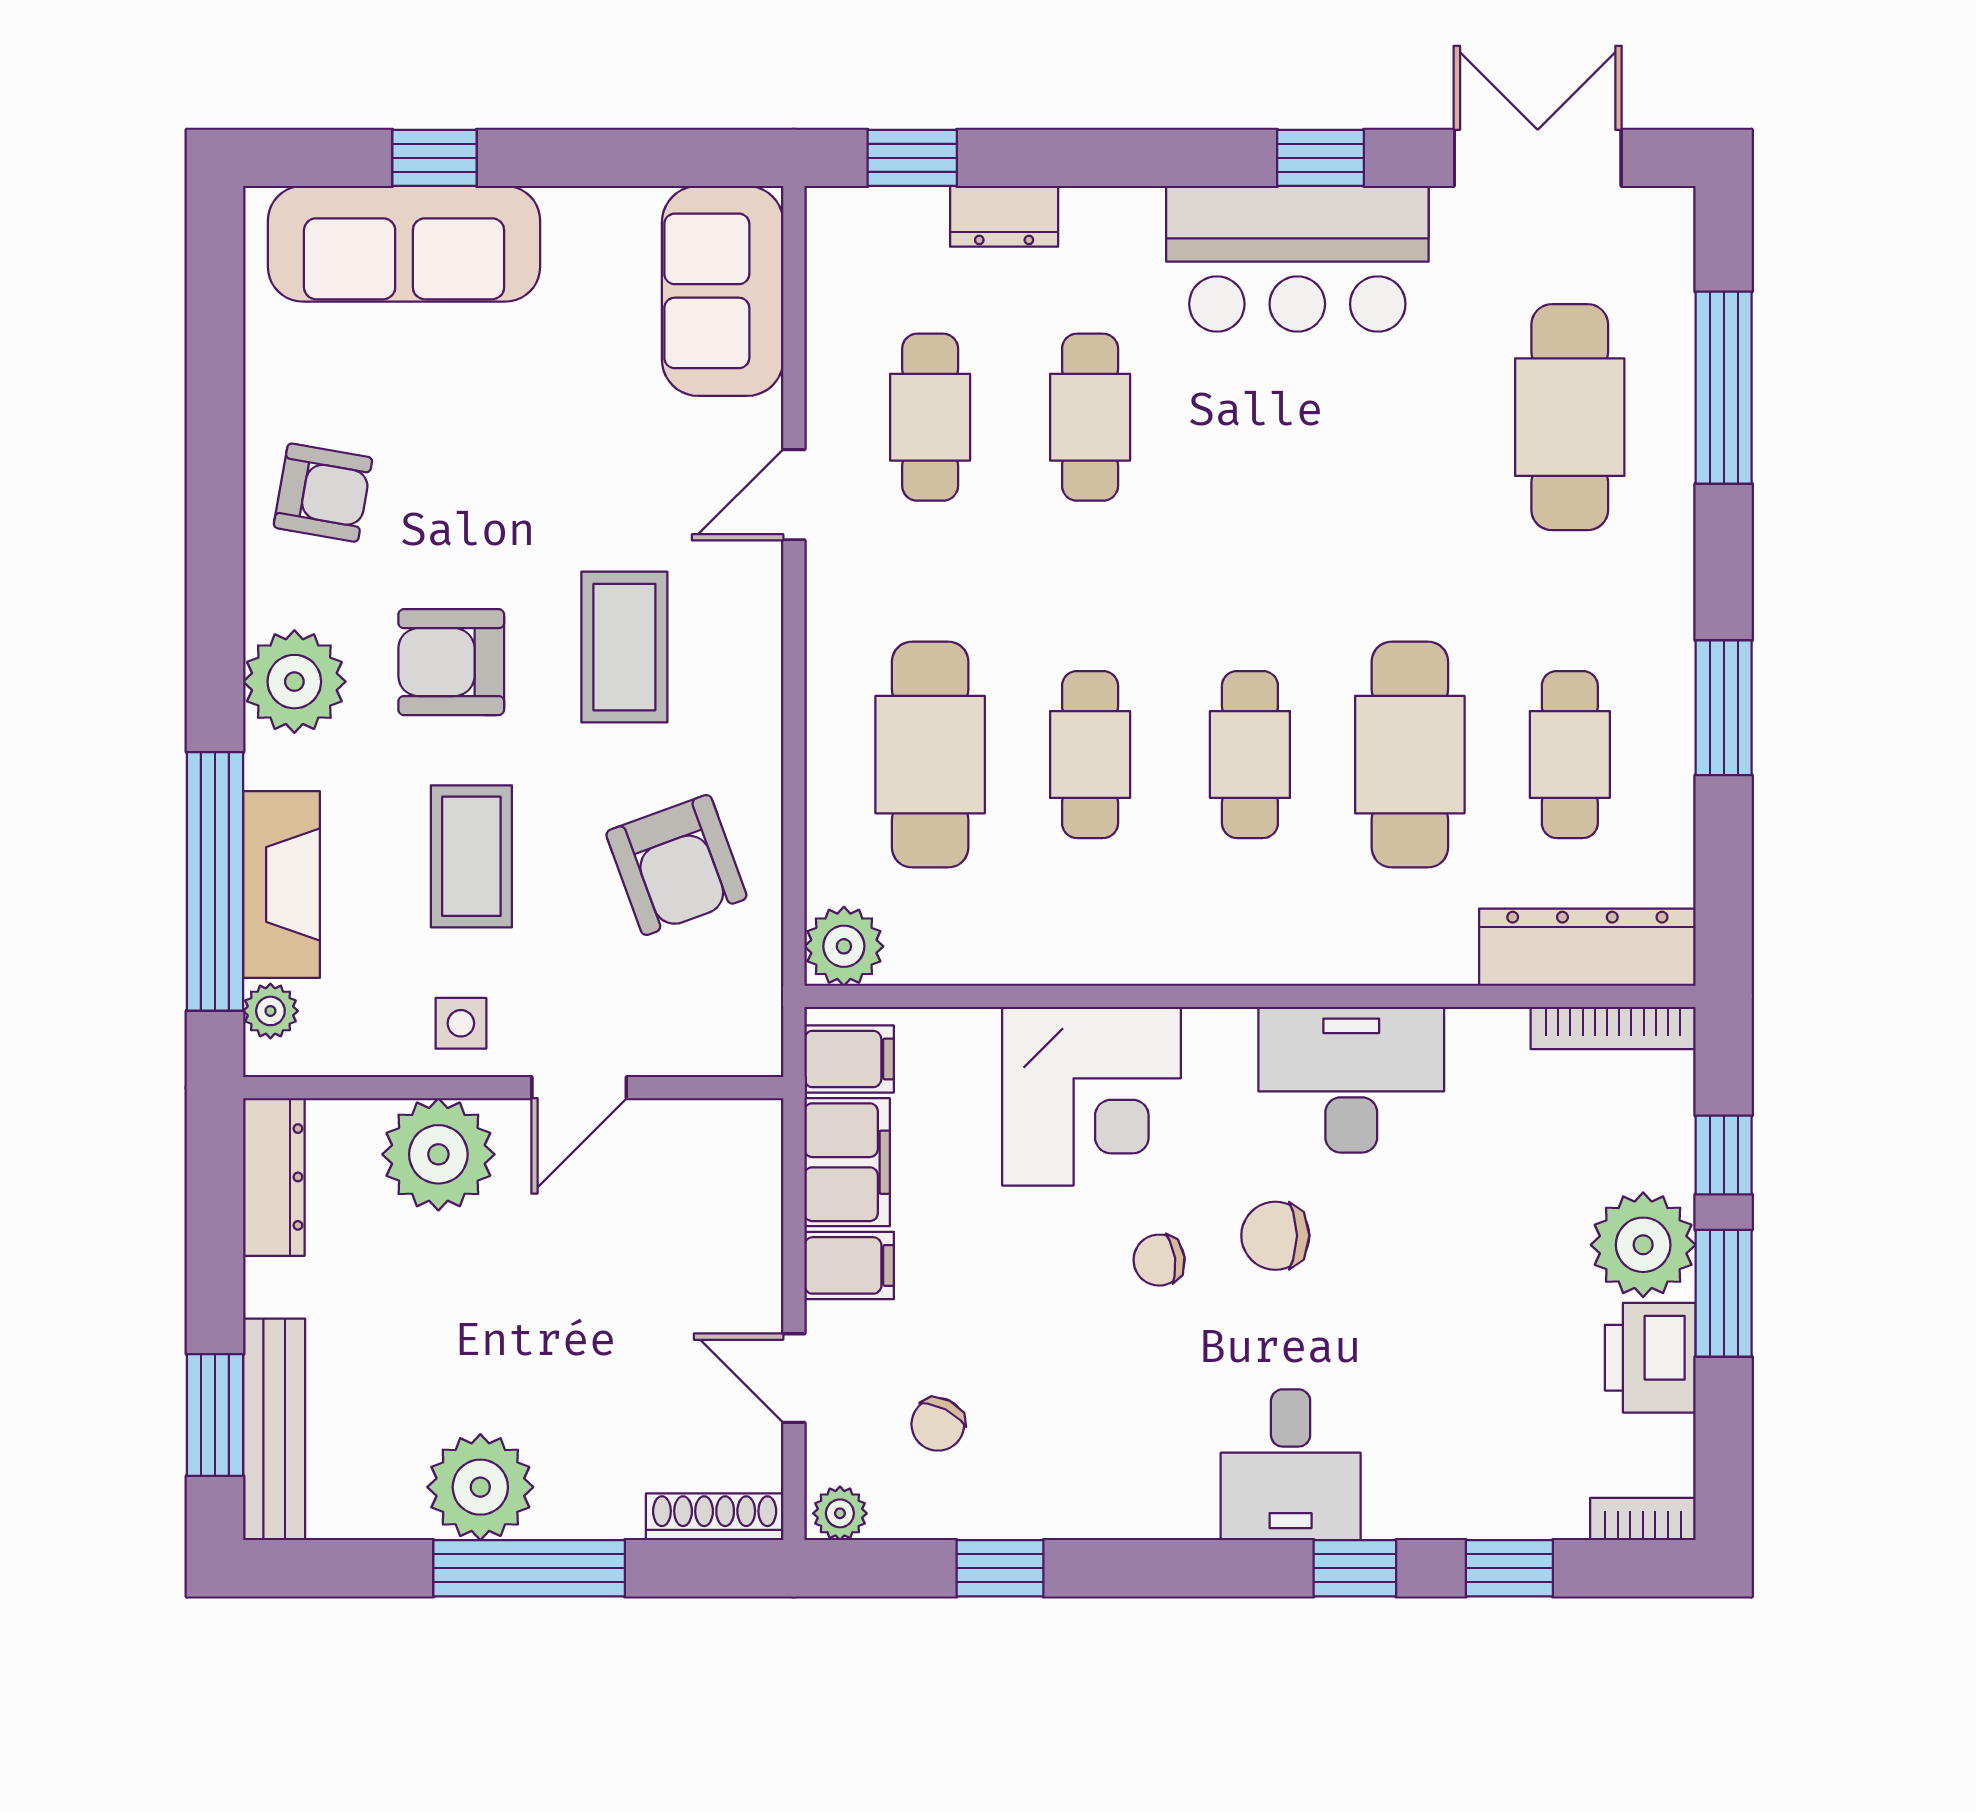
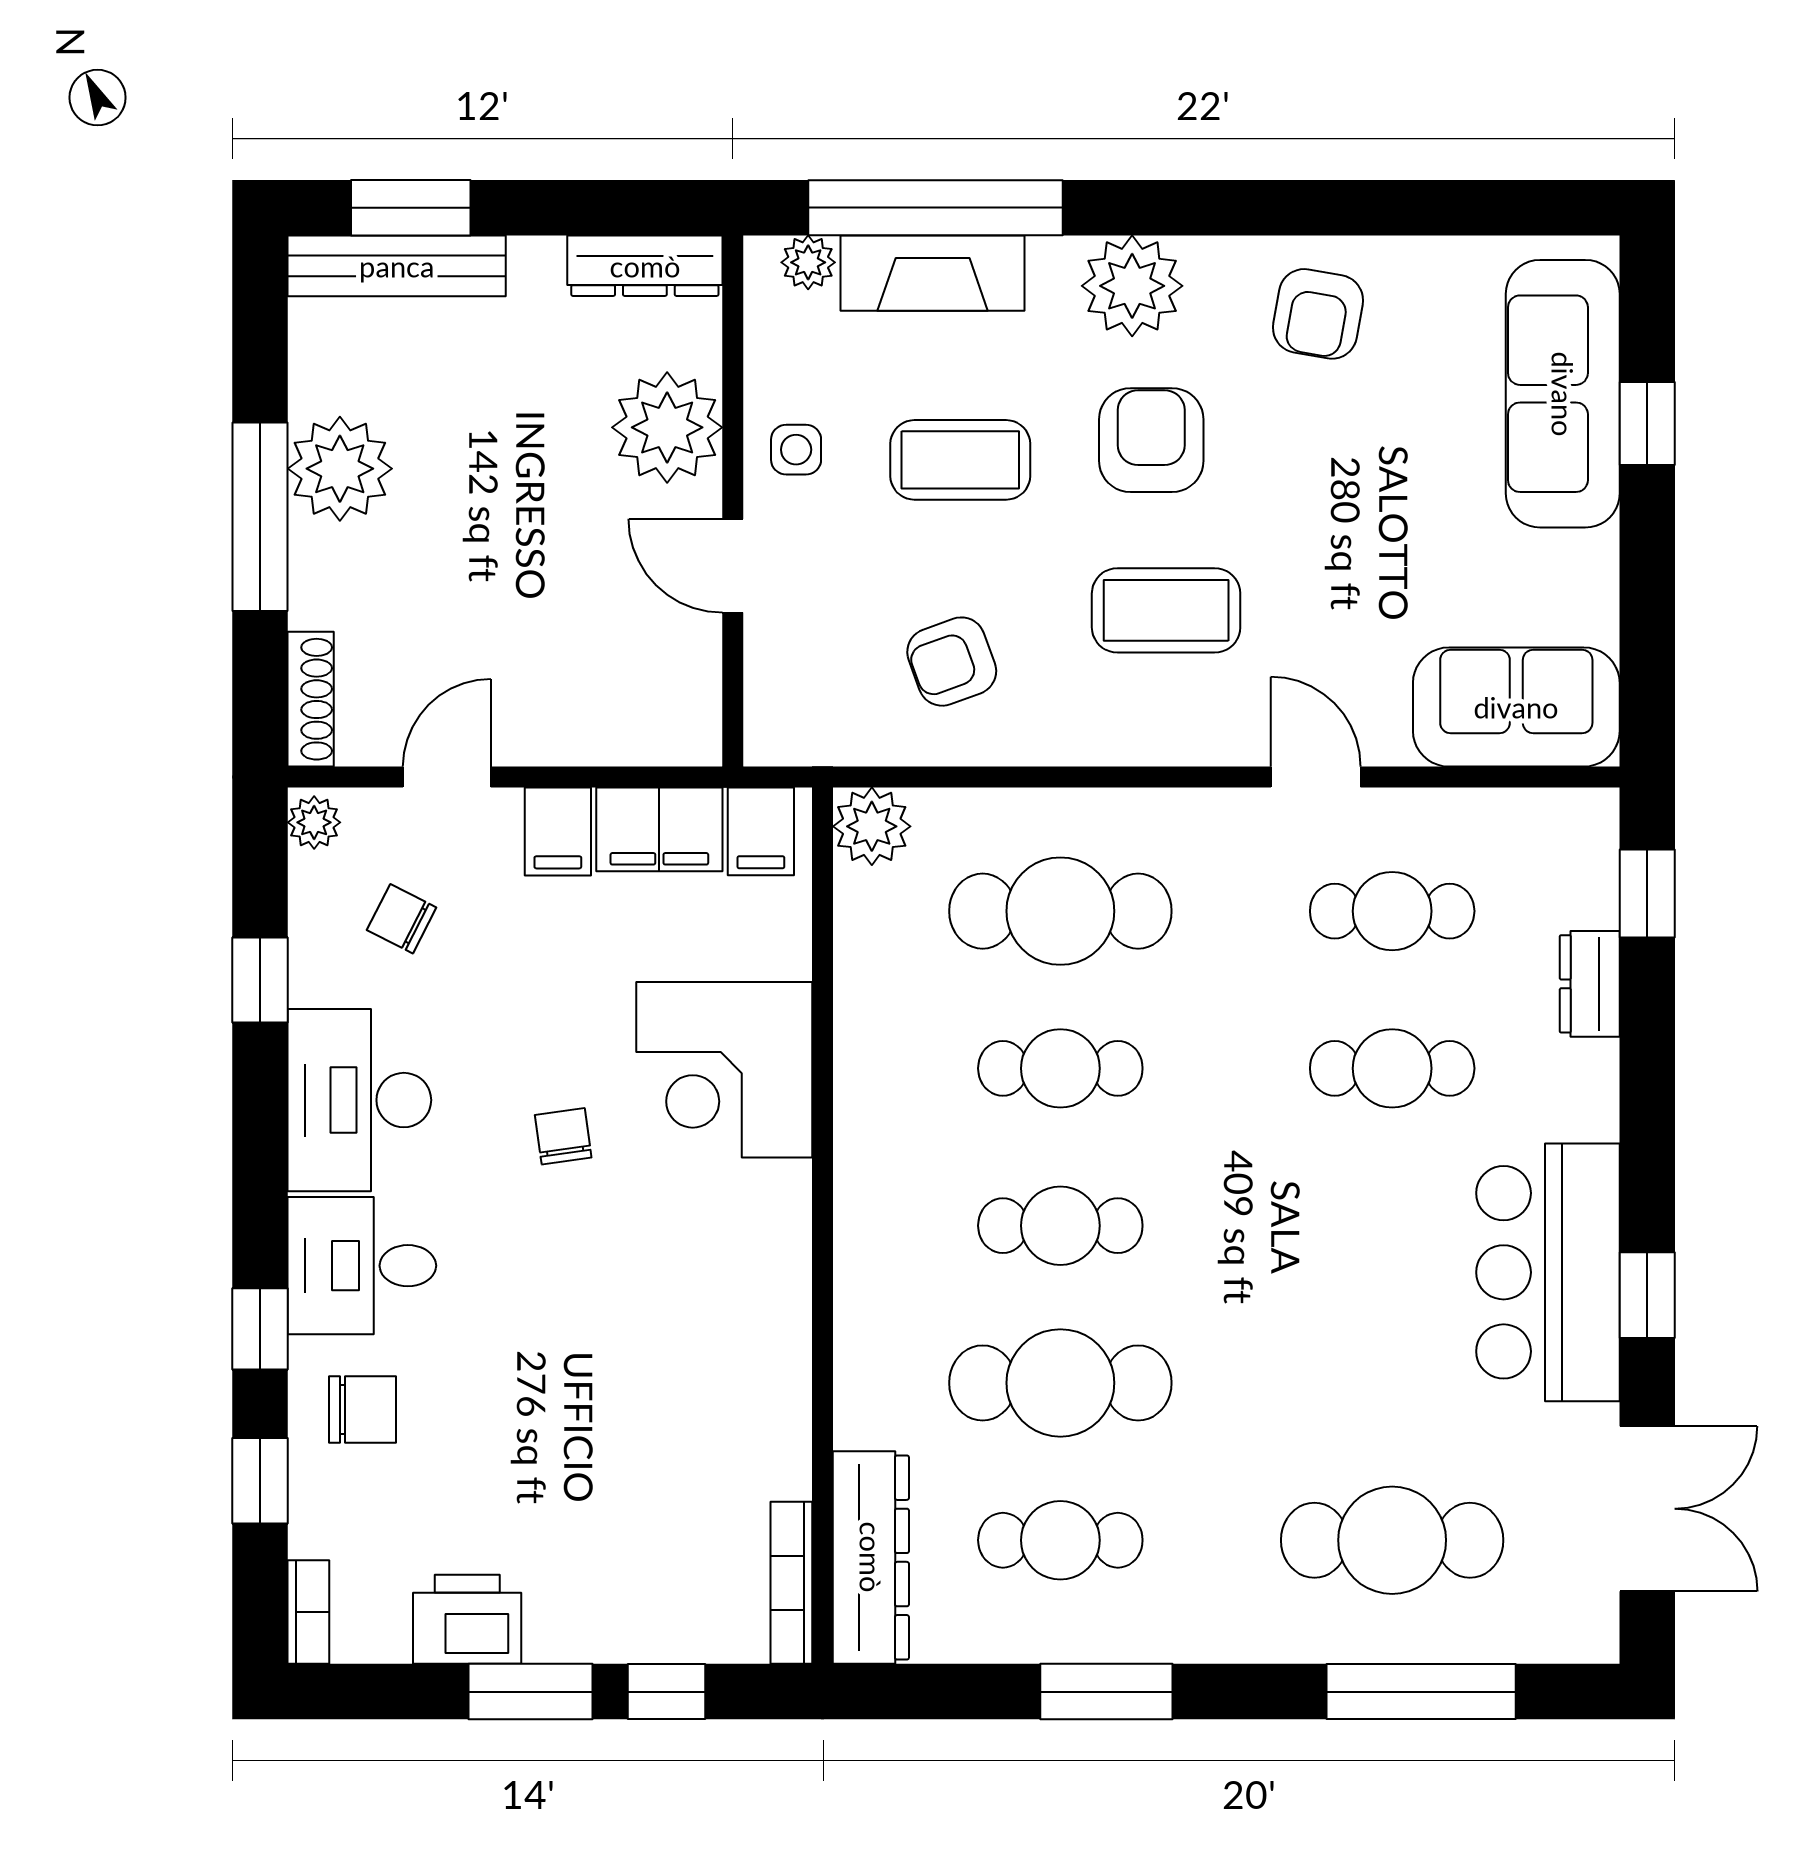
armchair: (676, 865) -> (952, 662), width x0.72, depth x0.72
desk: (1351, 1080) -> (359, 1100), moved, turned 180
chair: (1275, 1236) -> (363, 1409), moved, turned 90
plant: (1643, 1245) -> (578, 1612), removed

